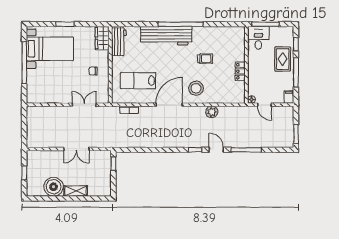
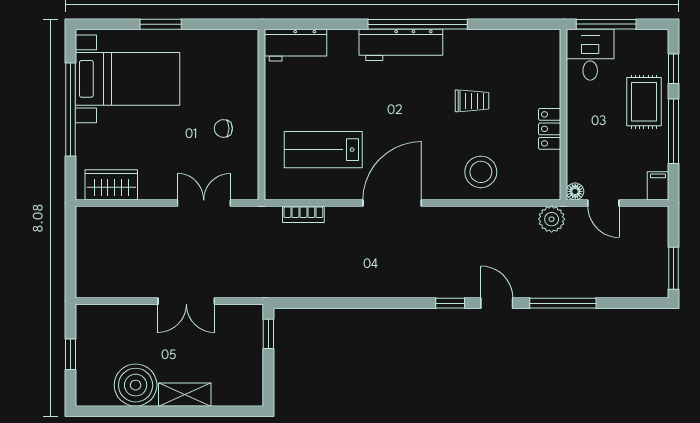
workbench: (166, 36) -> (401, 45), width x0.73, depth x0.76
wardrobe: (102, 38) -> (111, 185), moved, turned 90
workbench: (119, 42) -> (296, 45), moved, turned 90
stool: (196, 88) -> (481, 172), moved
plant: (212, 112) -> (552, 219), moved

